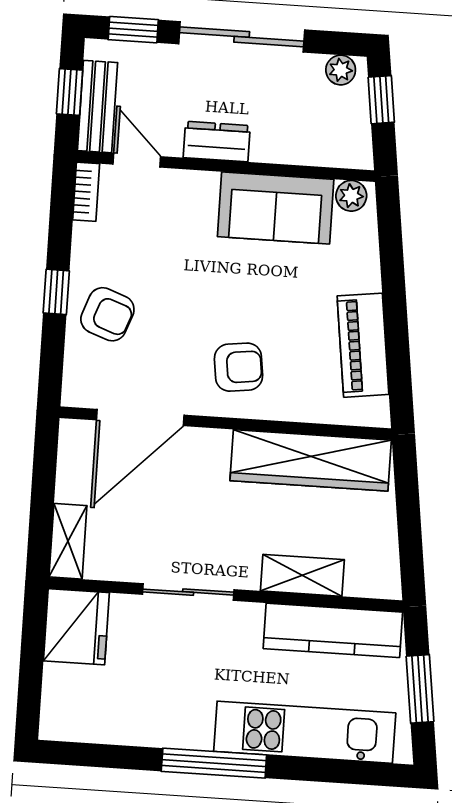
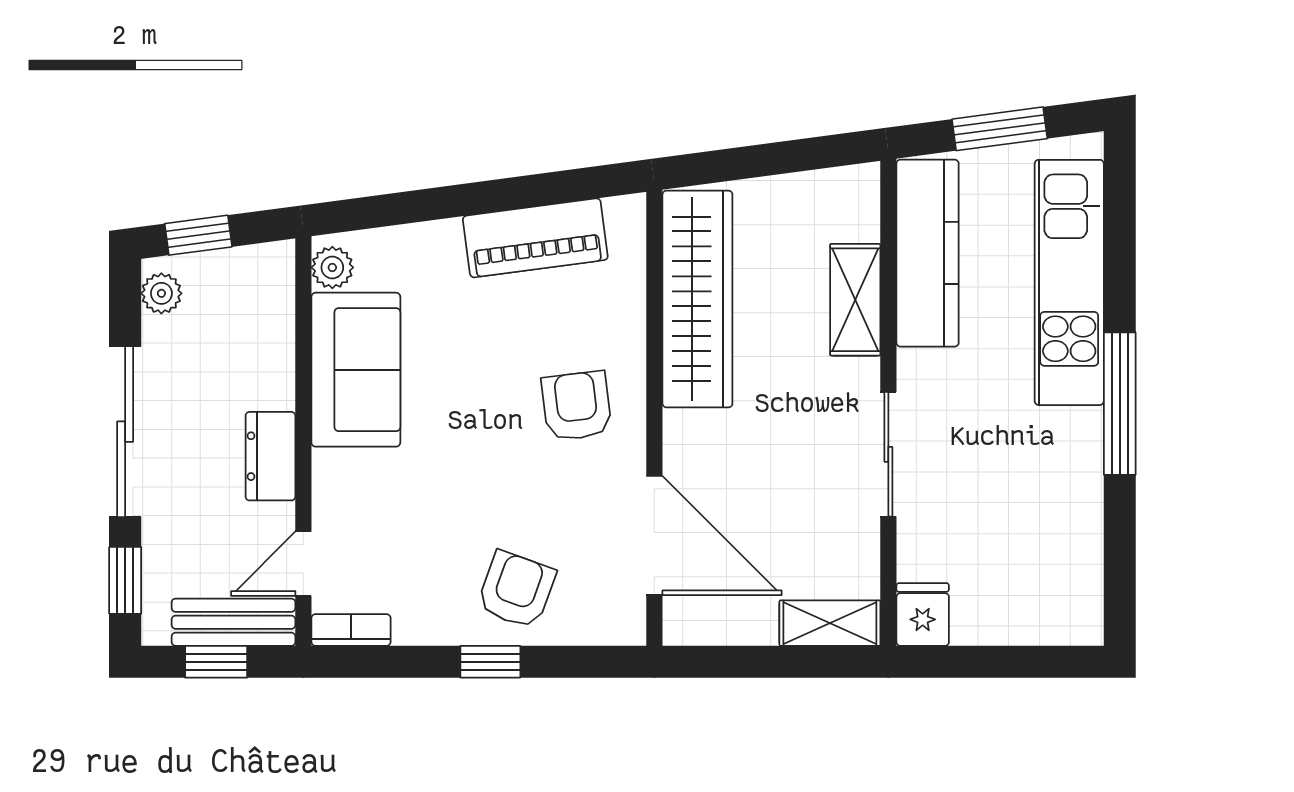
fridge: (76, 627) -> (923, 614), width x0.53, depth x0.75

